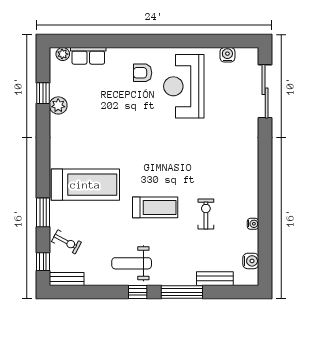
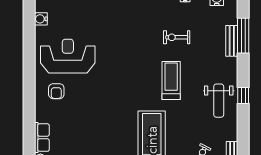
reception desk: (184, 86) -> (68, 56), turned 180
bench: (215, 279) -> (232, 41), moved
window: (182, 292) -> (243, 36), moved

